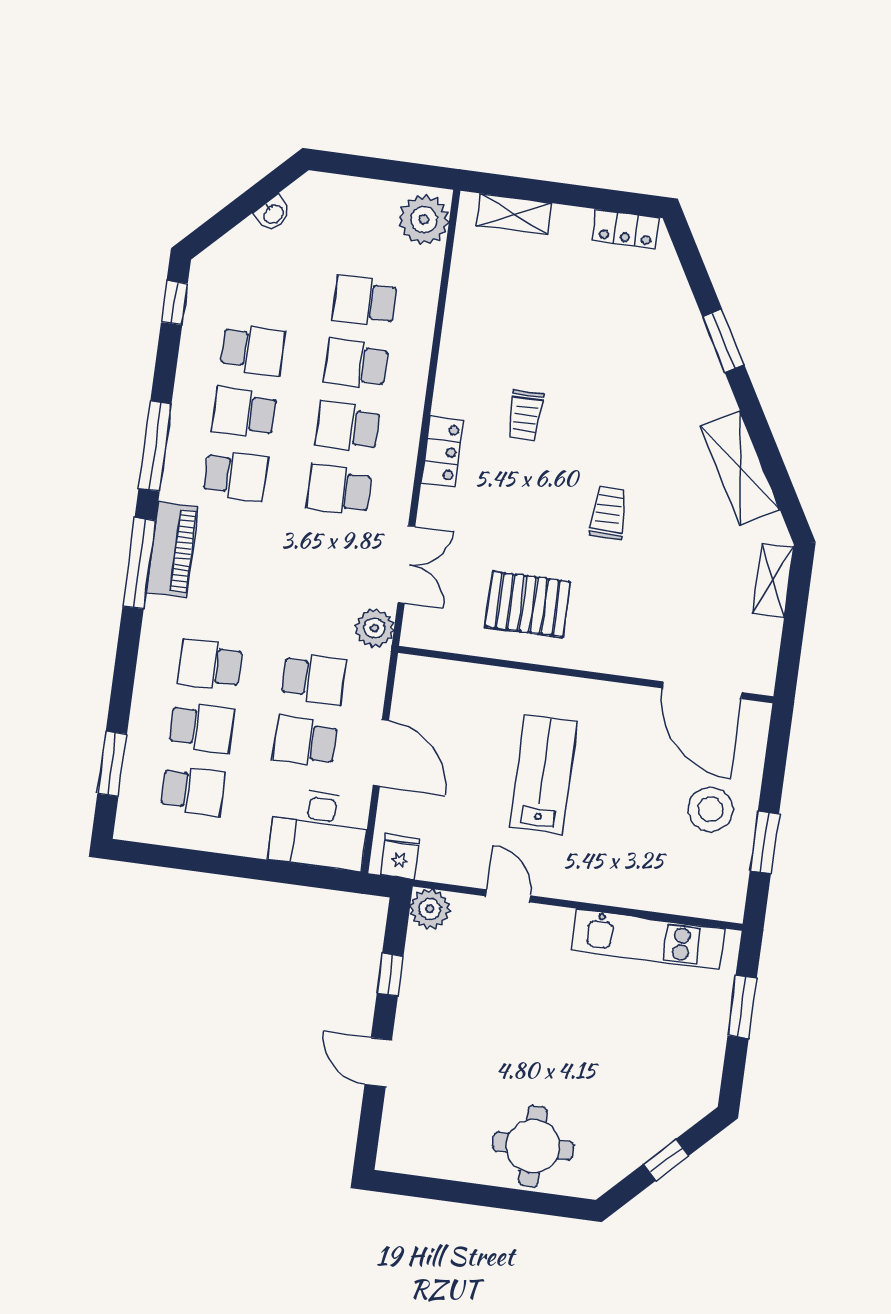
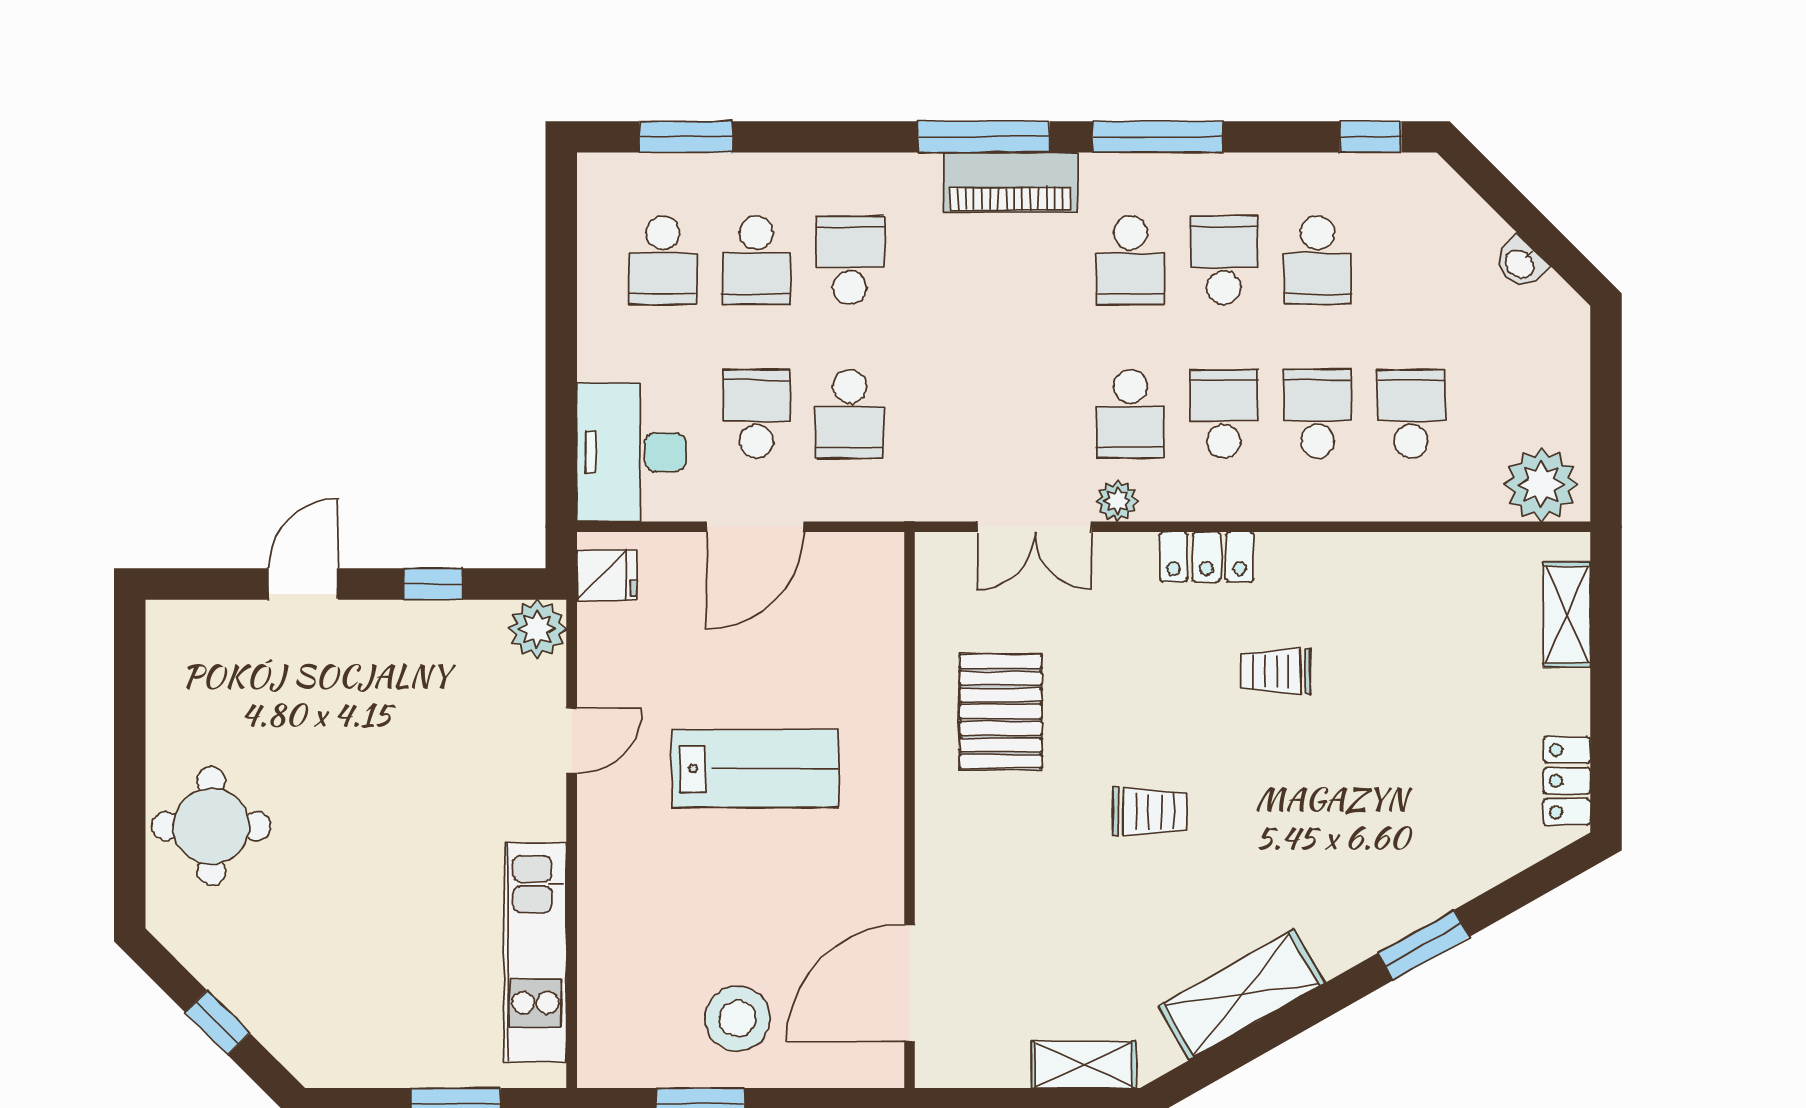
school desk: (339, 490) -> (1130, 414), turned 180
plant: (375, 628) -> (1117, 501), moved, width x0.73, depth x0.73

